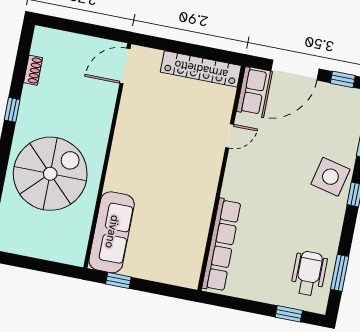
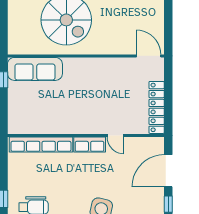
door: (295, 70) -> (168, 171), hinge flipped
row of seats: (252, 91) -> (90, 145), moved

